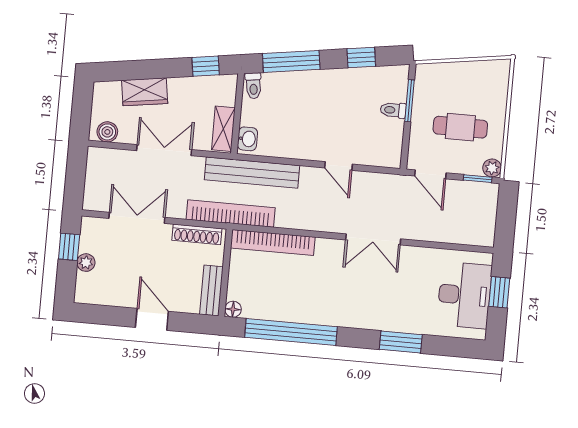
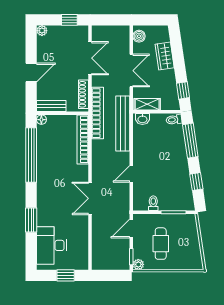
toilet: (393, 110) -> (153, 203), moved
plant: (86, 263) -> (42, 31), moved
desk: (464, 295) -> (51, 245), moved, turned 90

